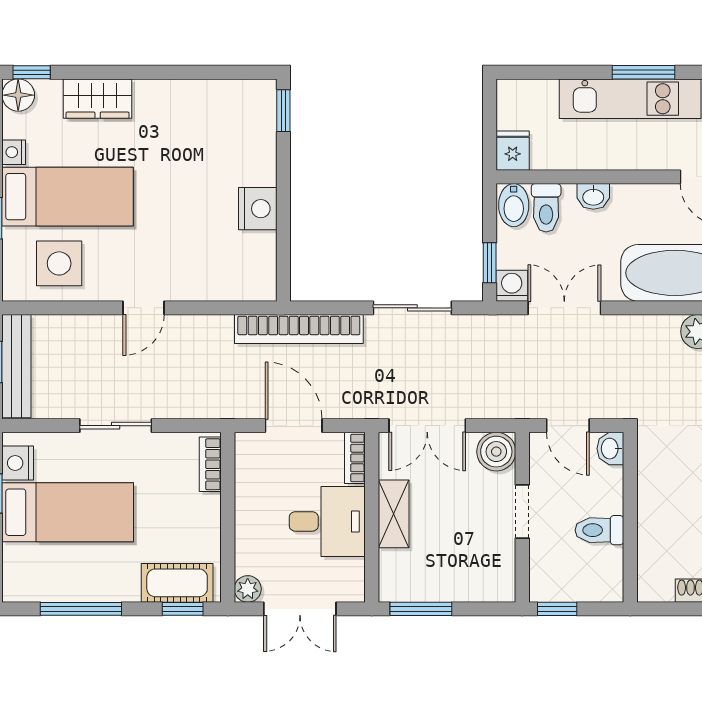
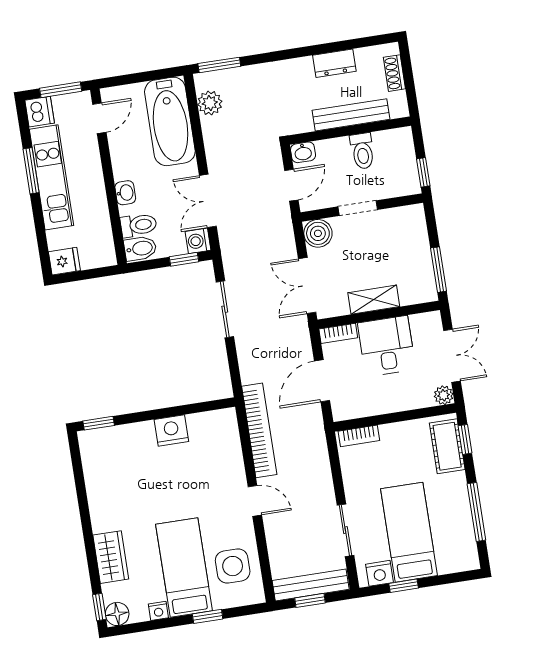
fridge: (513, 151) -> (64, 261), moved, turned 180
bookcase: (299, 329) -> (259, 430), moved
sliding door: (116, 426) -> (345, 530), moved
double door: (427, 426) -> (307, 285), swing flipped
bench: (651, 522) -> (351, 115), added

